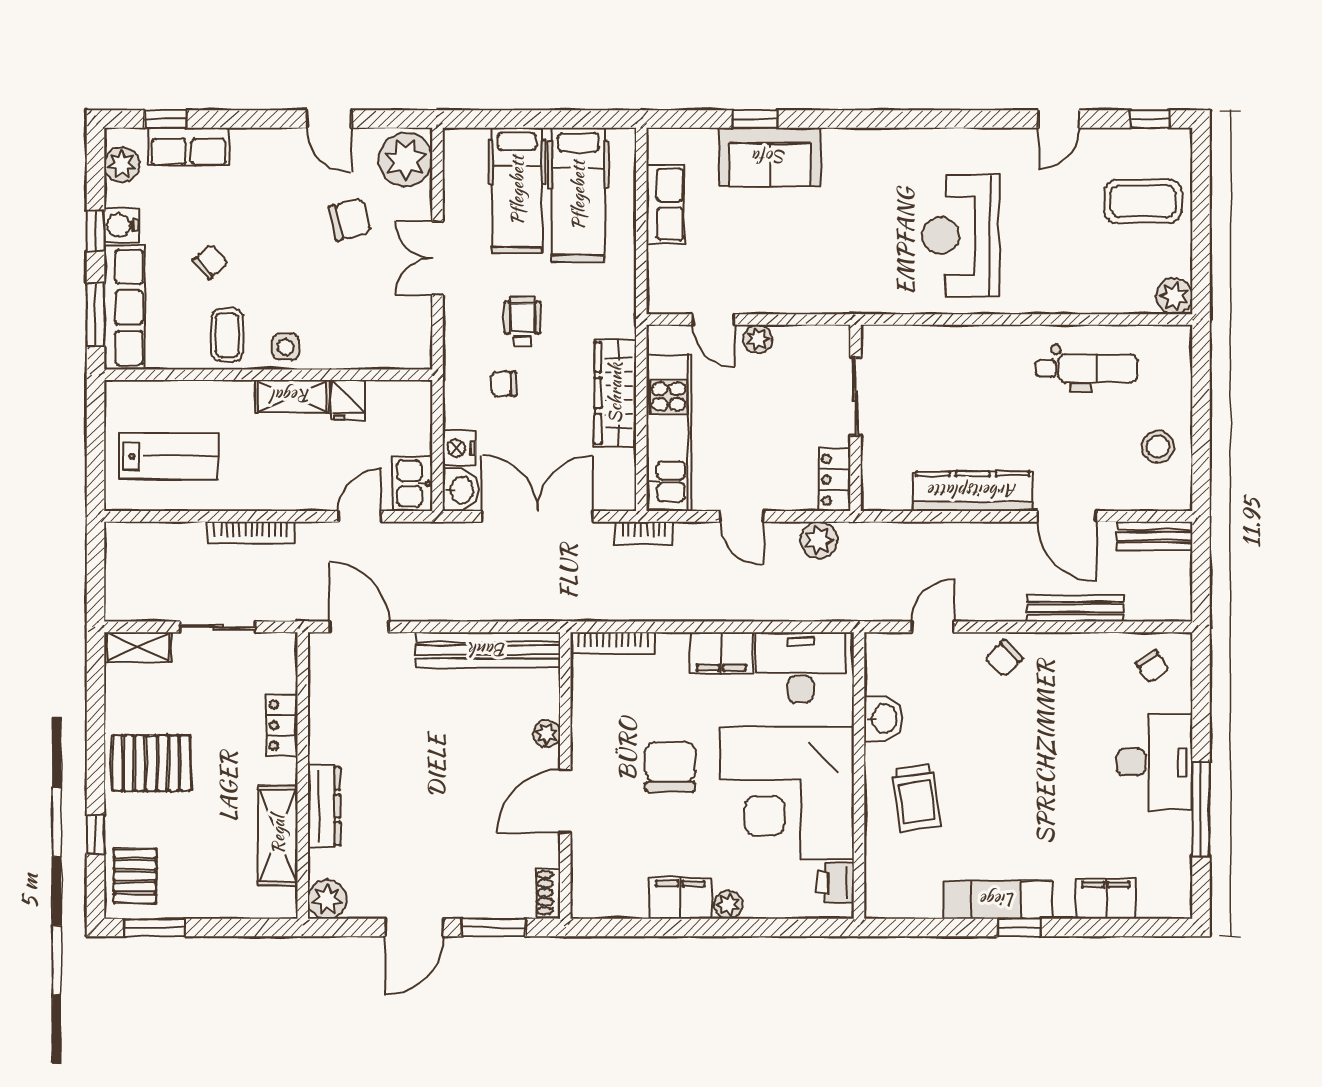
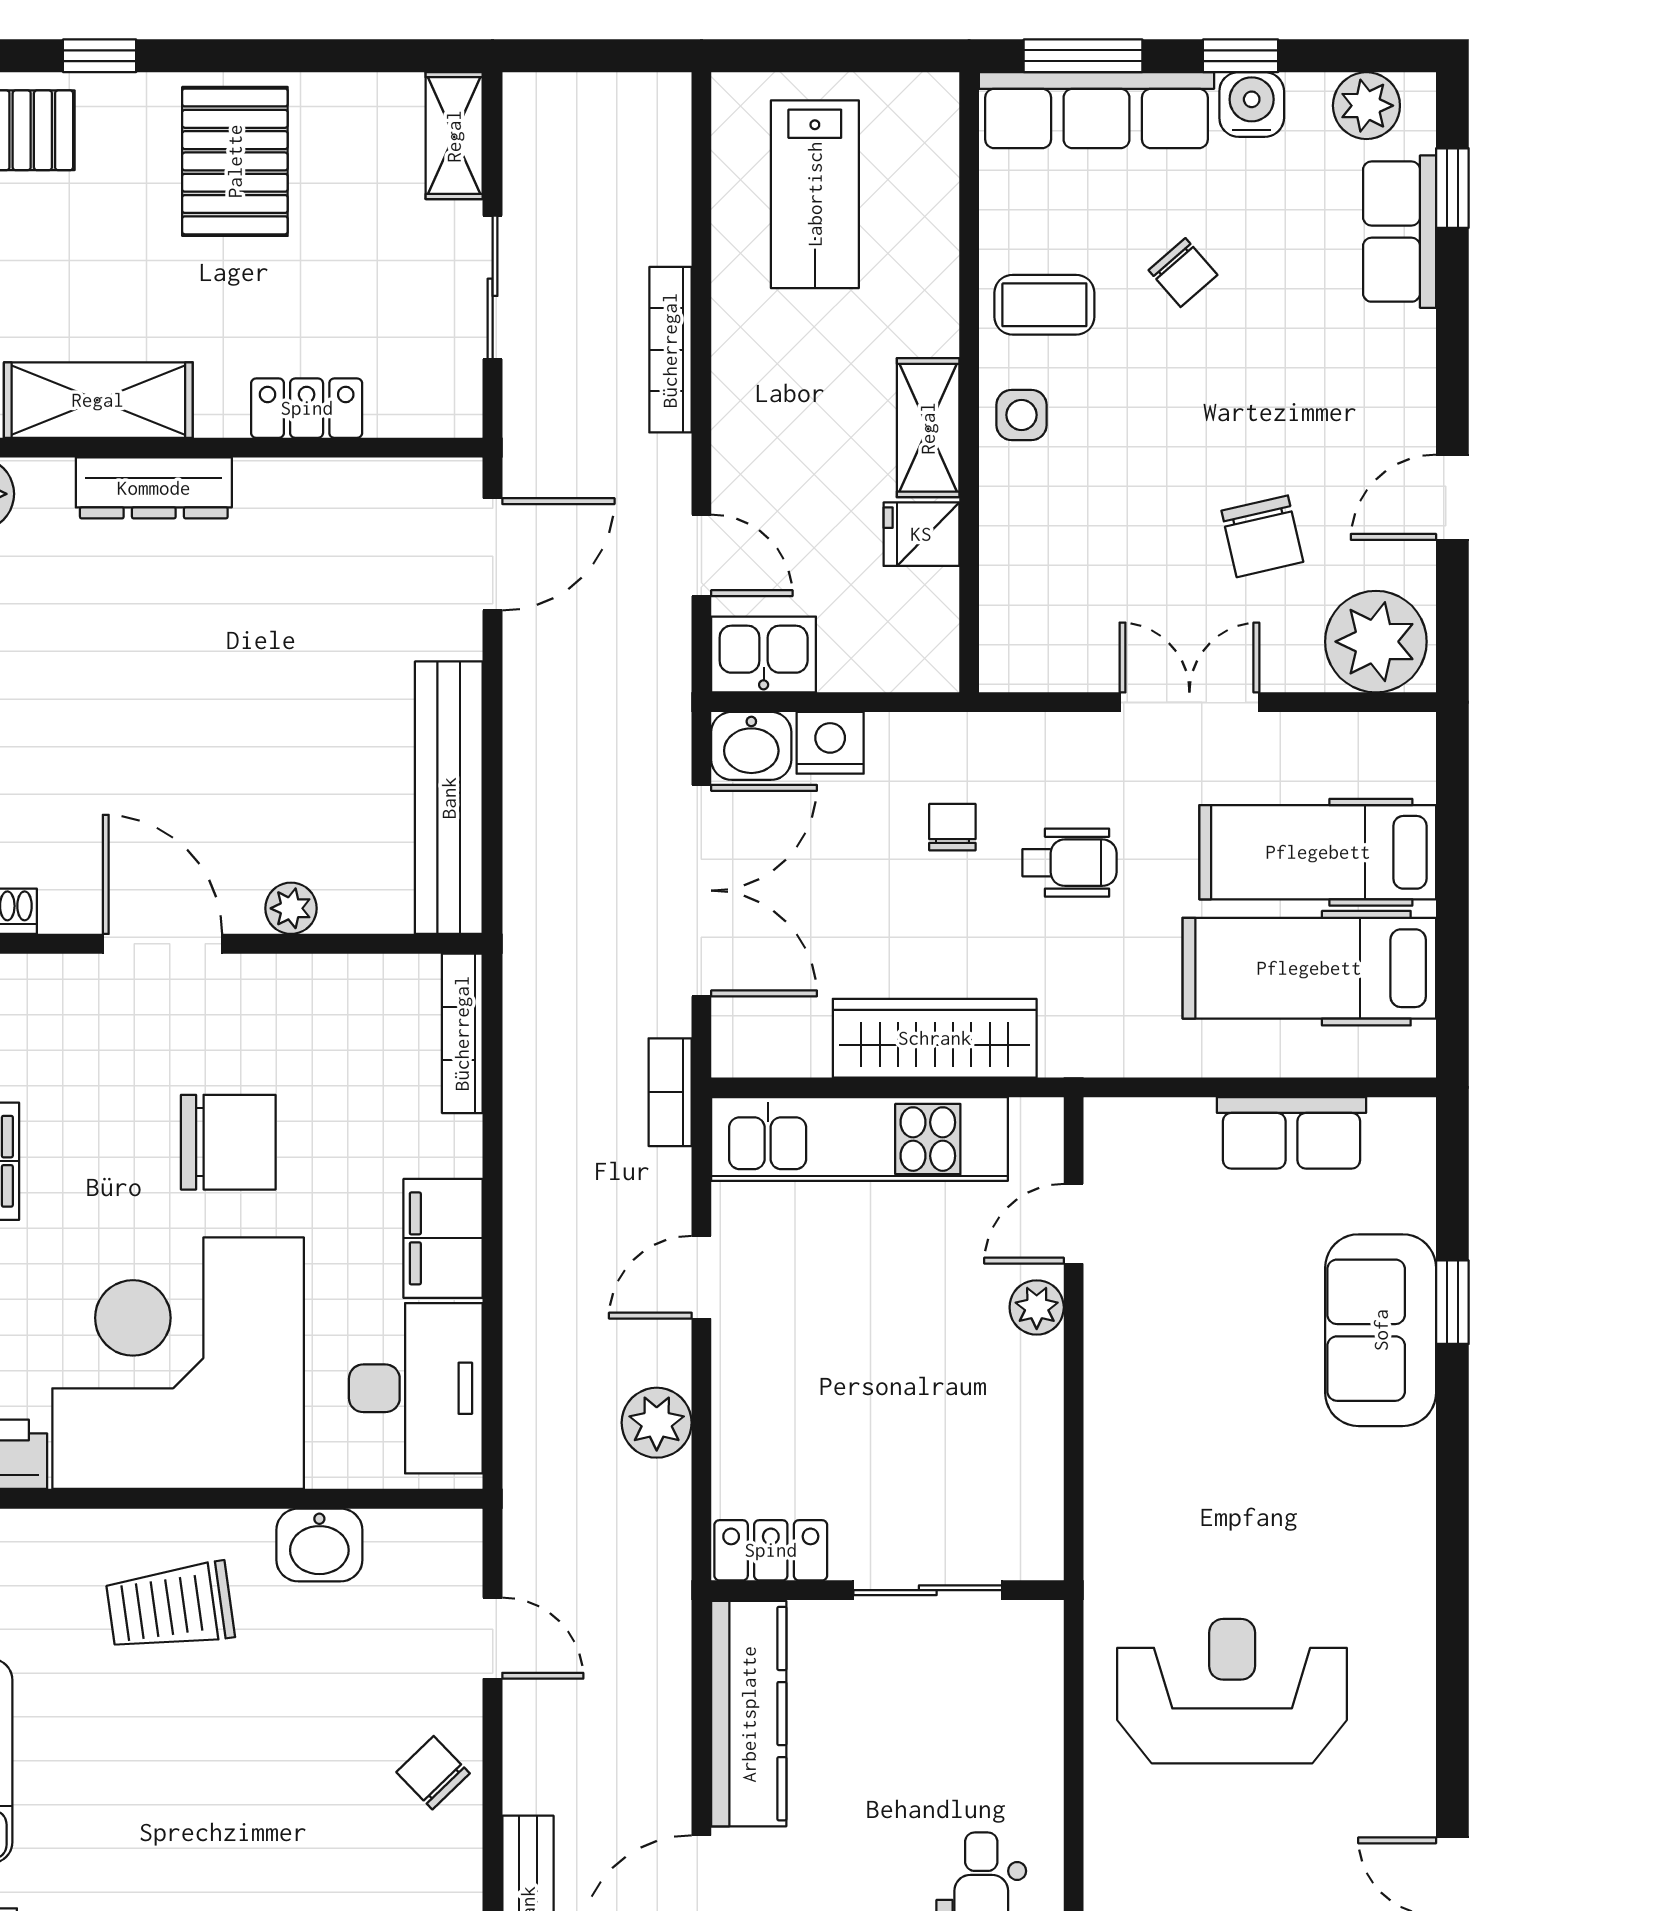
sliding door: (855, 397) -> (928, 1590), moved
wall: (855, 418) -> (888, 1590), moved
locker: (834, 480) -> (771, 1550), moved

